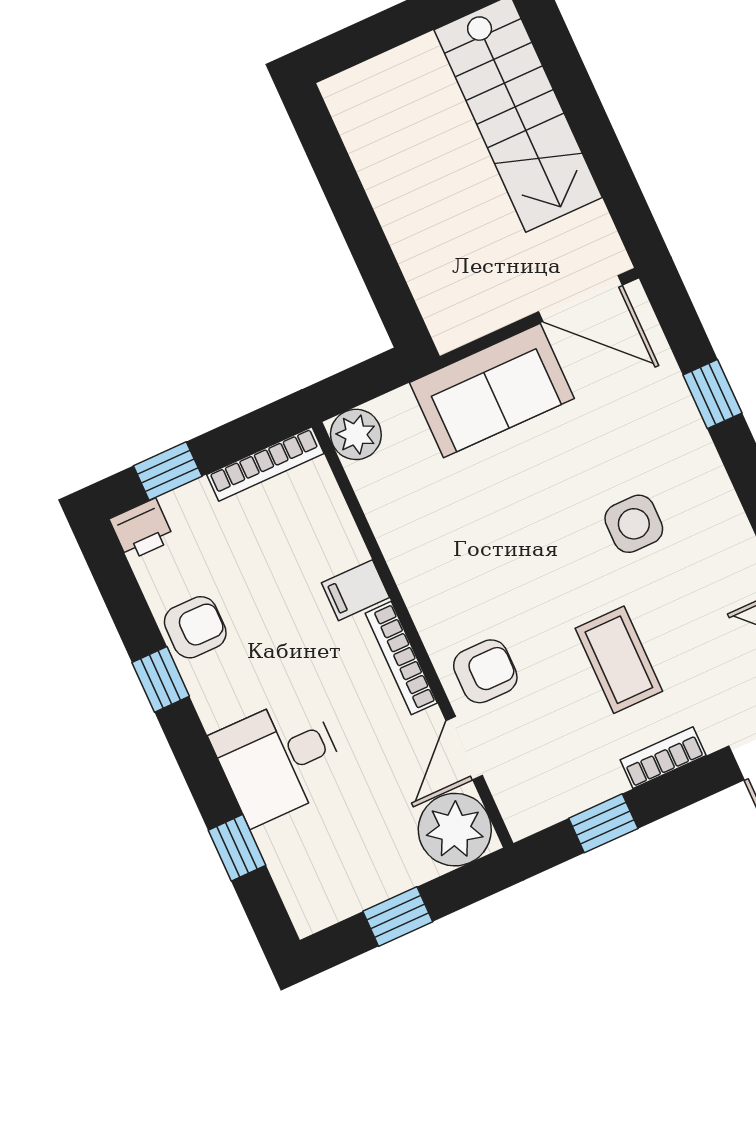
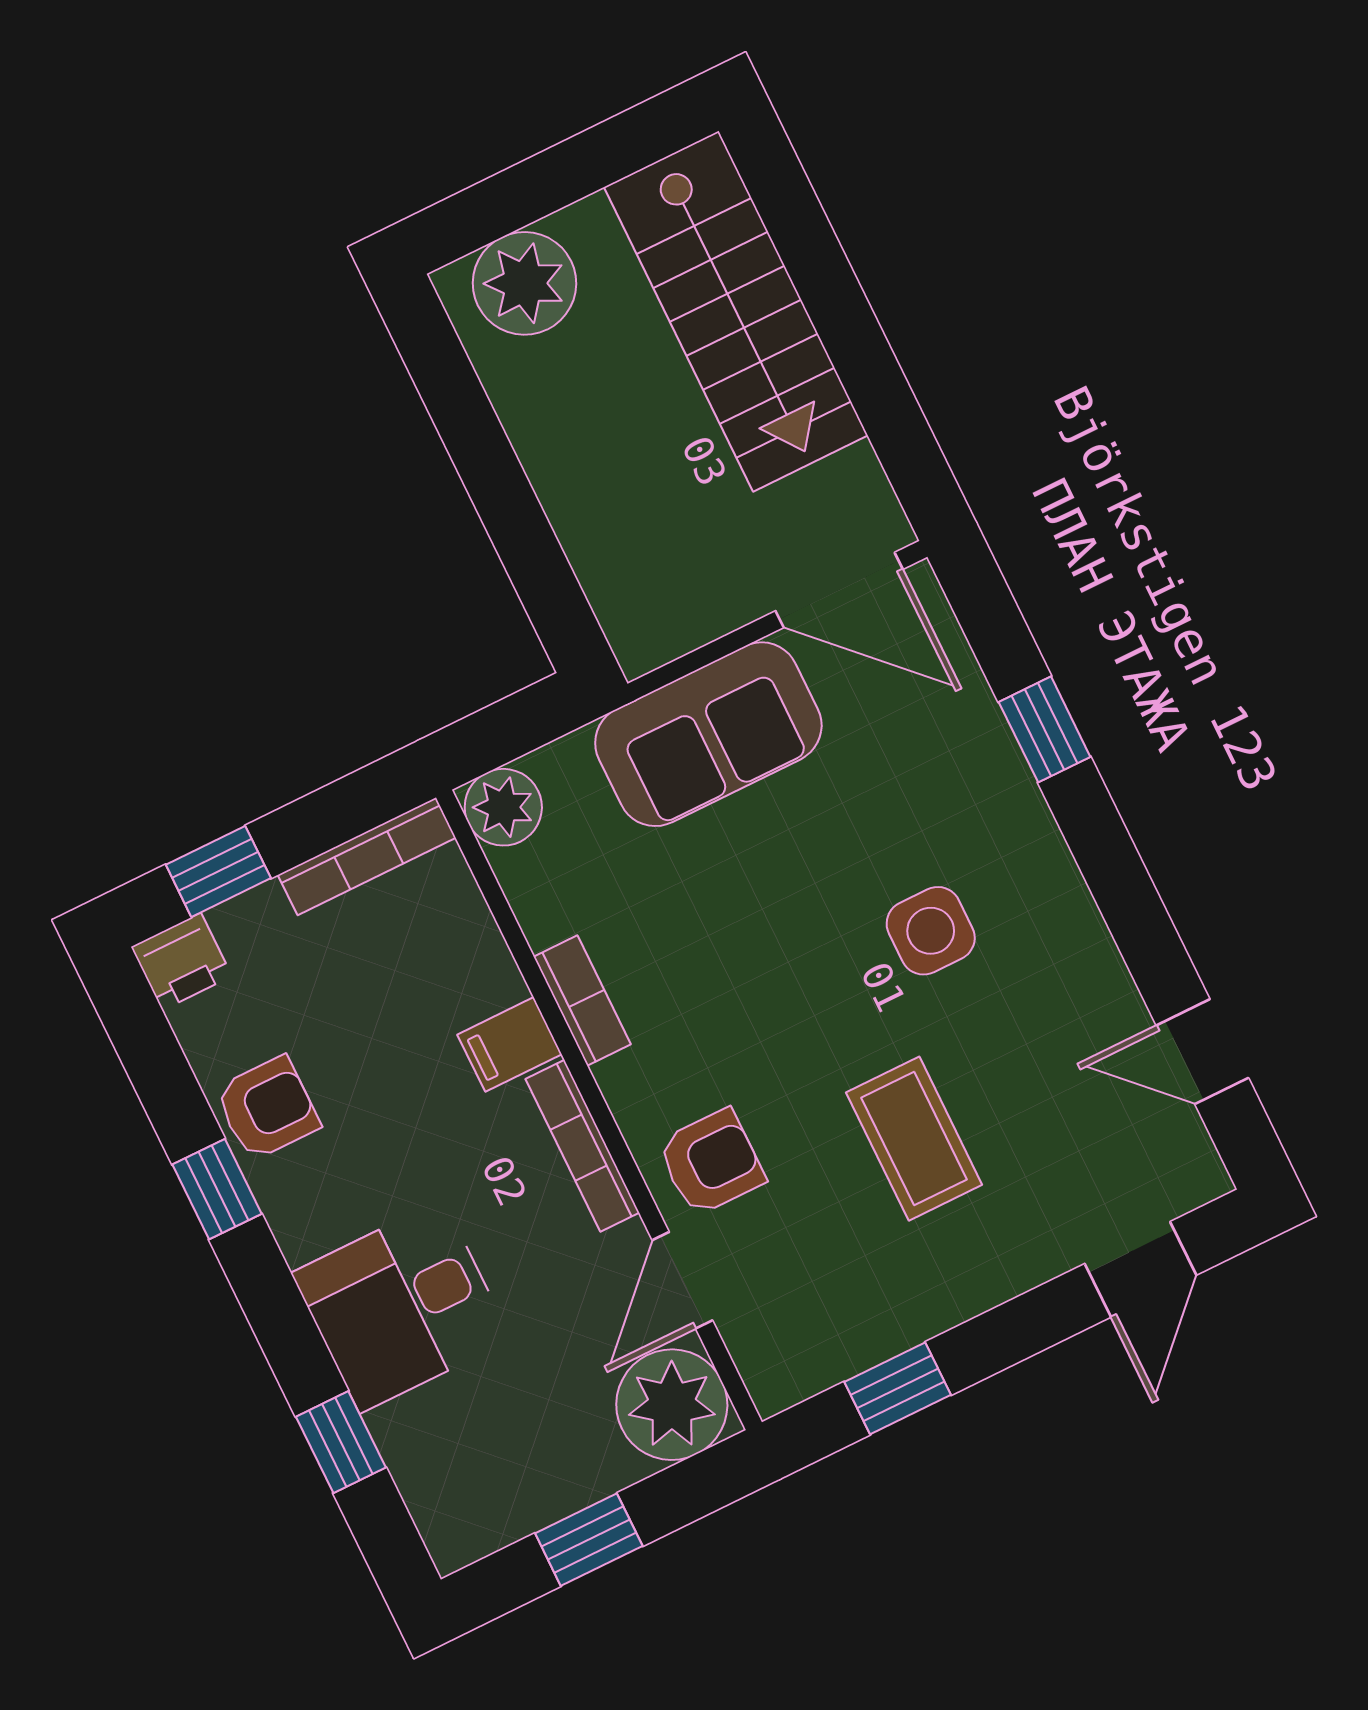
plant: (380, 91) -> (524, 283), added
bookcase: (663, 758) -> (582, 1001), moved, turned 90

